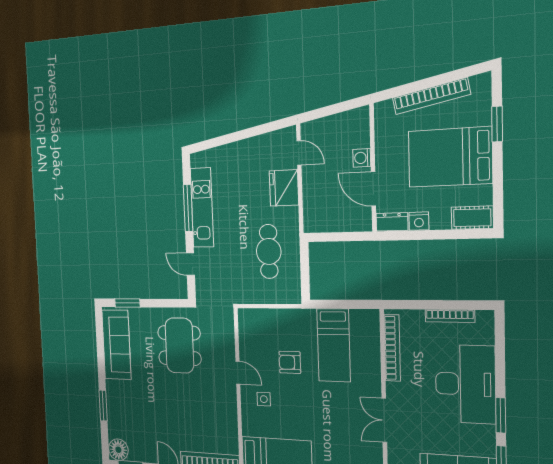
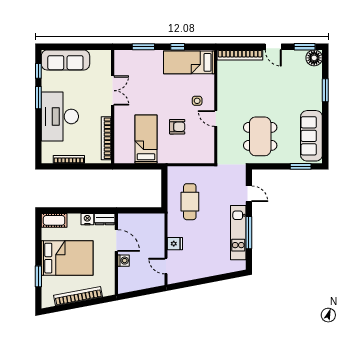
fridge: (284, 188) -> (175, 244), width x0.53, depth x0.75

